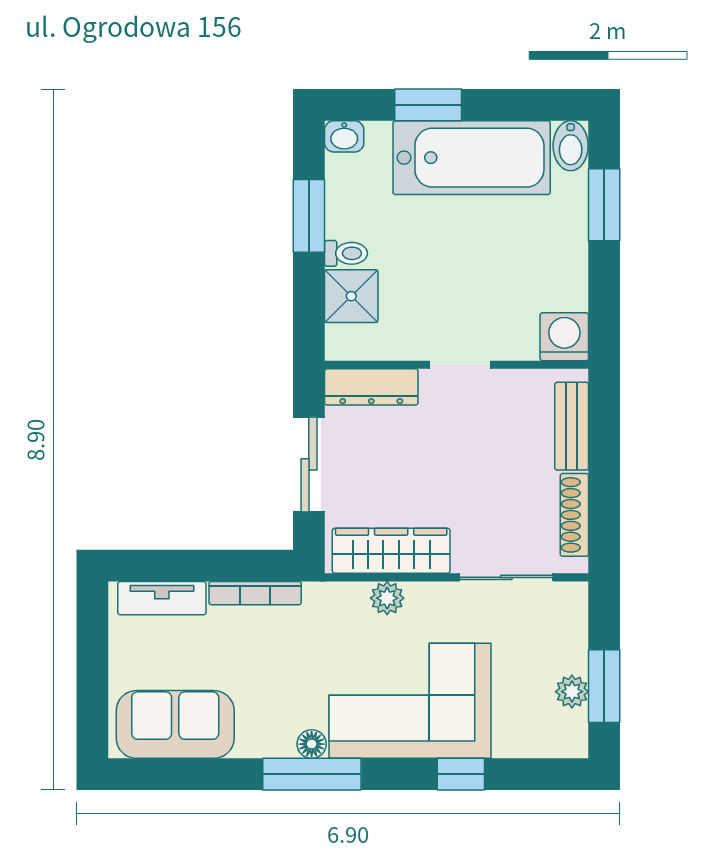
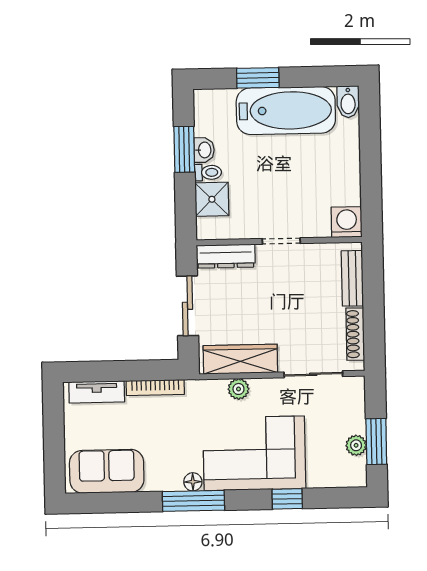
washbasin: (344, 136) -> (204, 150), moved, turned -90
window: (604, 205) -> (370, 138), removed

